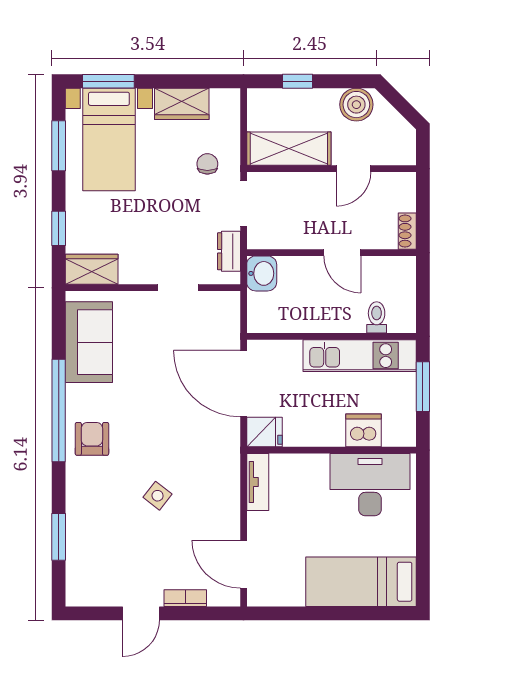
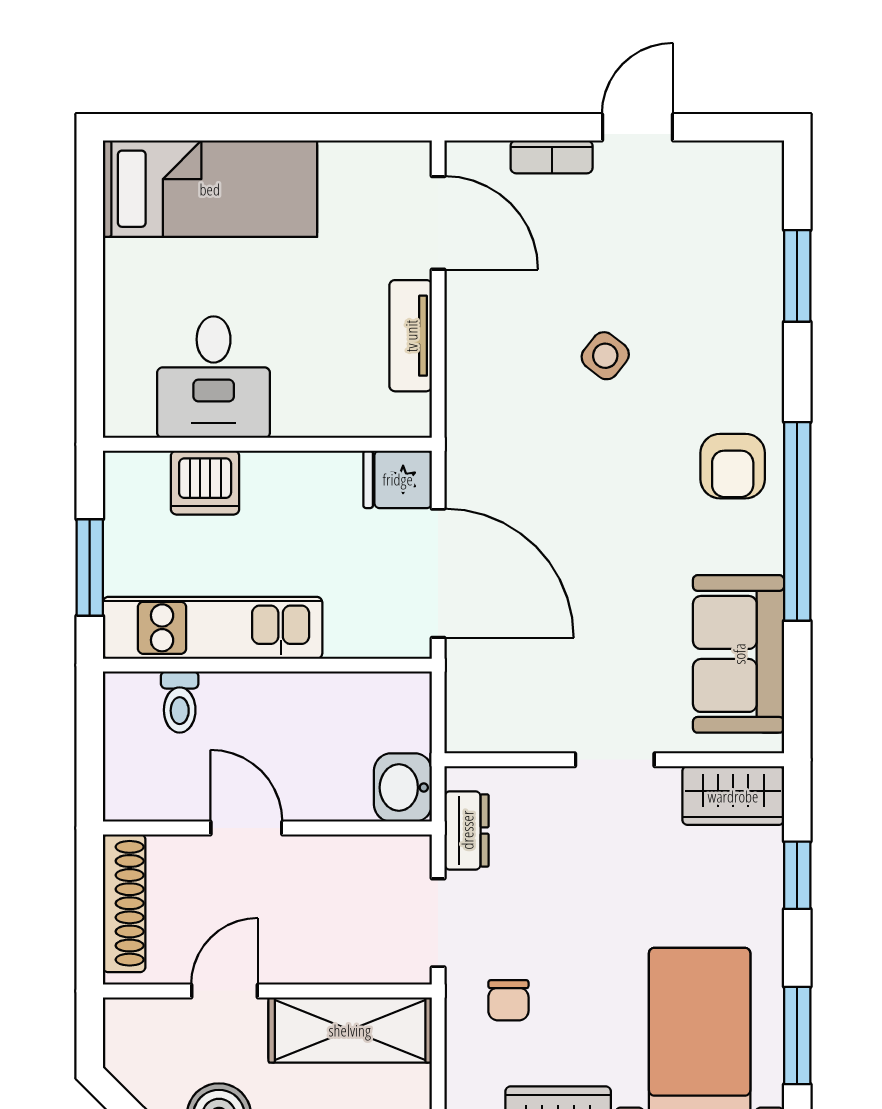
shoe rack: (407, 231) -> (124, 903), width x1.94, depth x1.24
doorway: (178, 288) -> (615, 760), moved
tv unit: (258, 482) -> (411, 336), moved
desk: (370, 485) -> (214, 377), width x0.73

